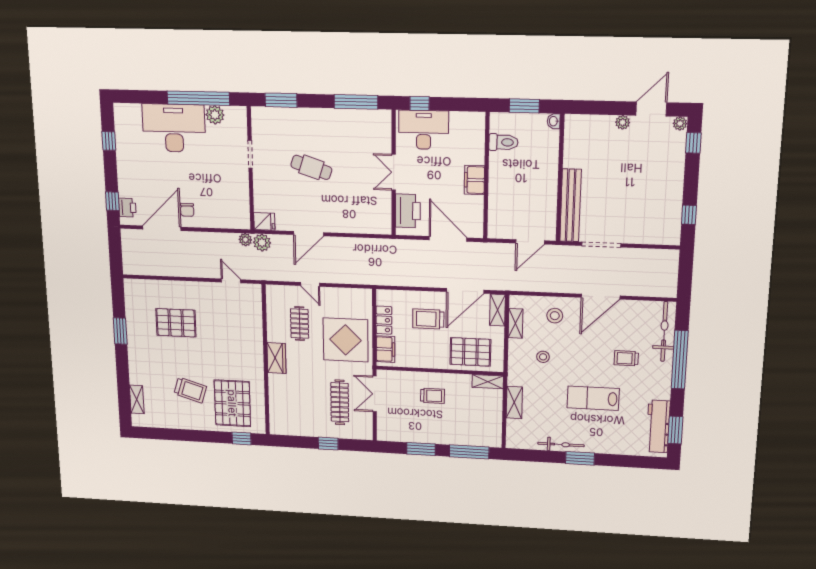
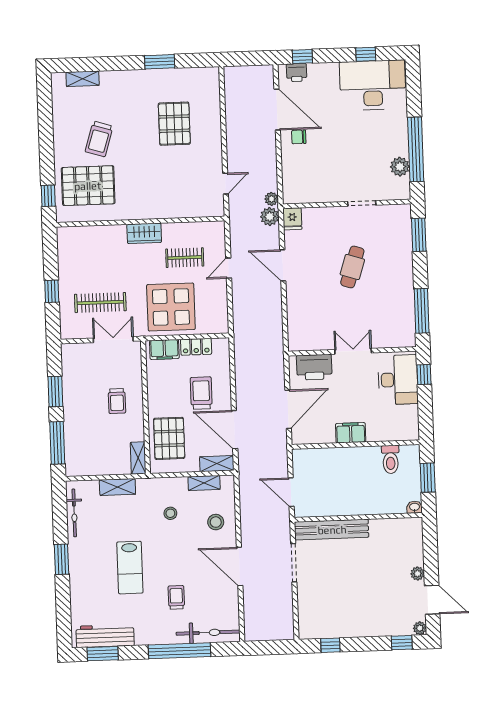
desk: (174, 128) -> (373, 85), moved, turned -90
lab bench: (593, 398) -> (130, 568), turned 180
bicycle: (561, 445) -> (74, 513), moved

